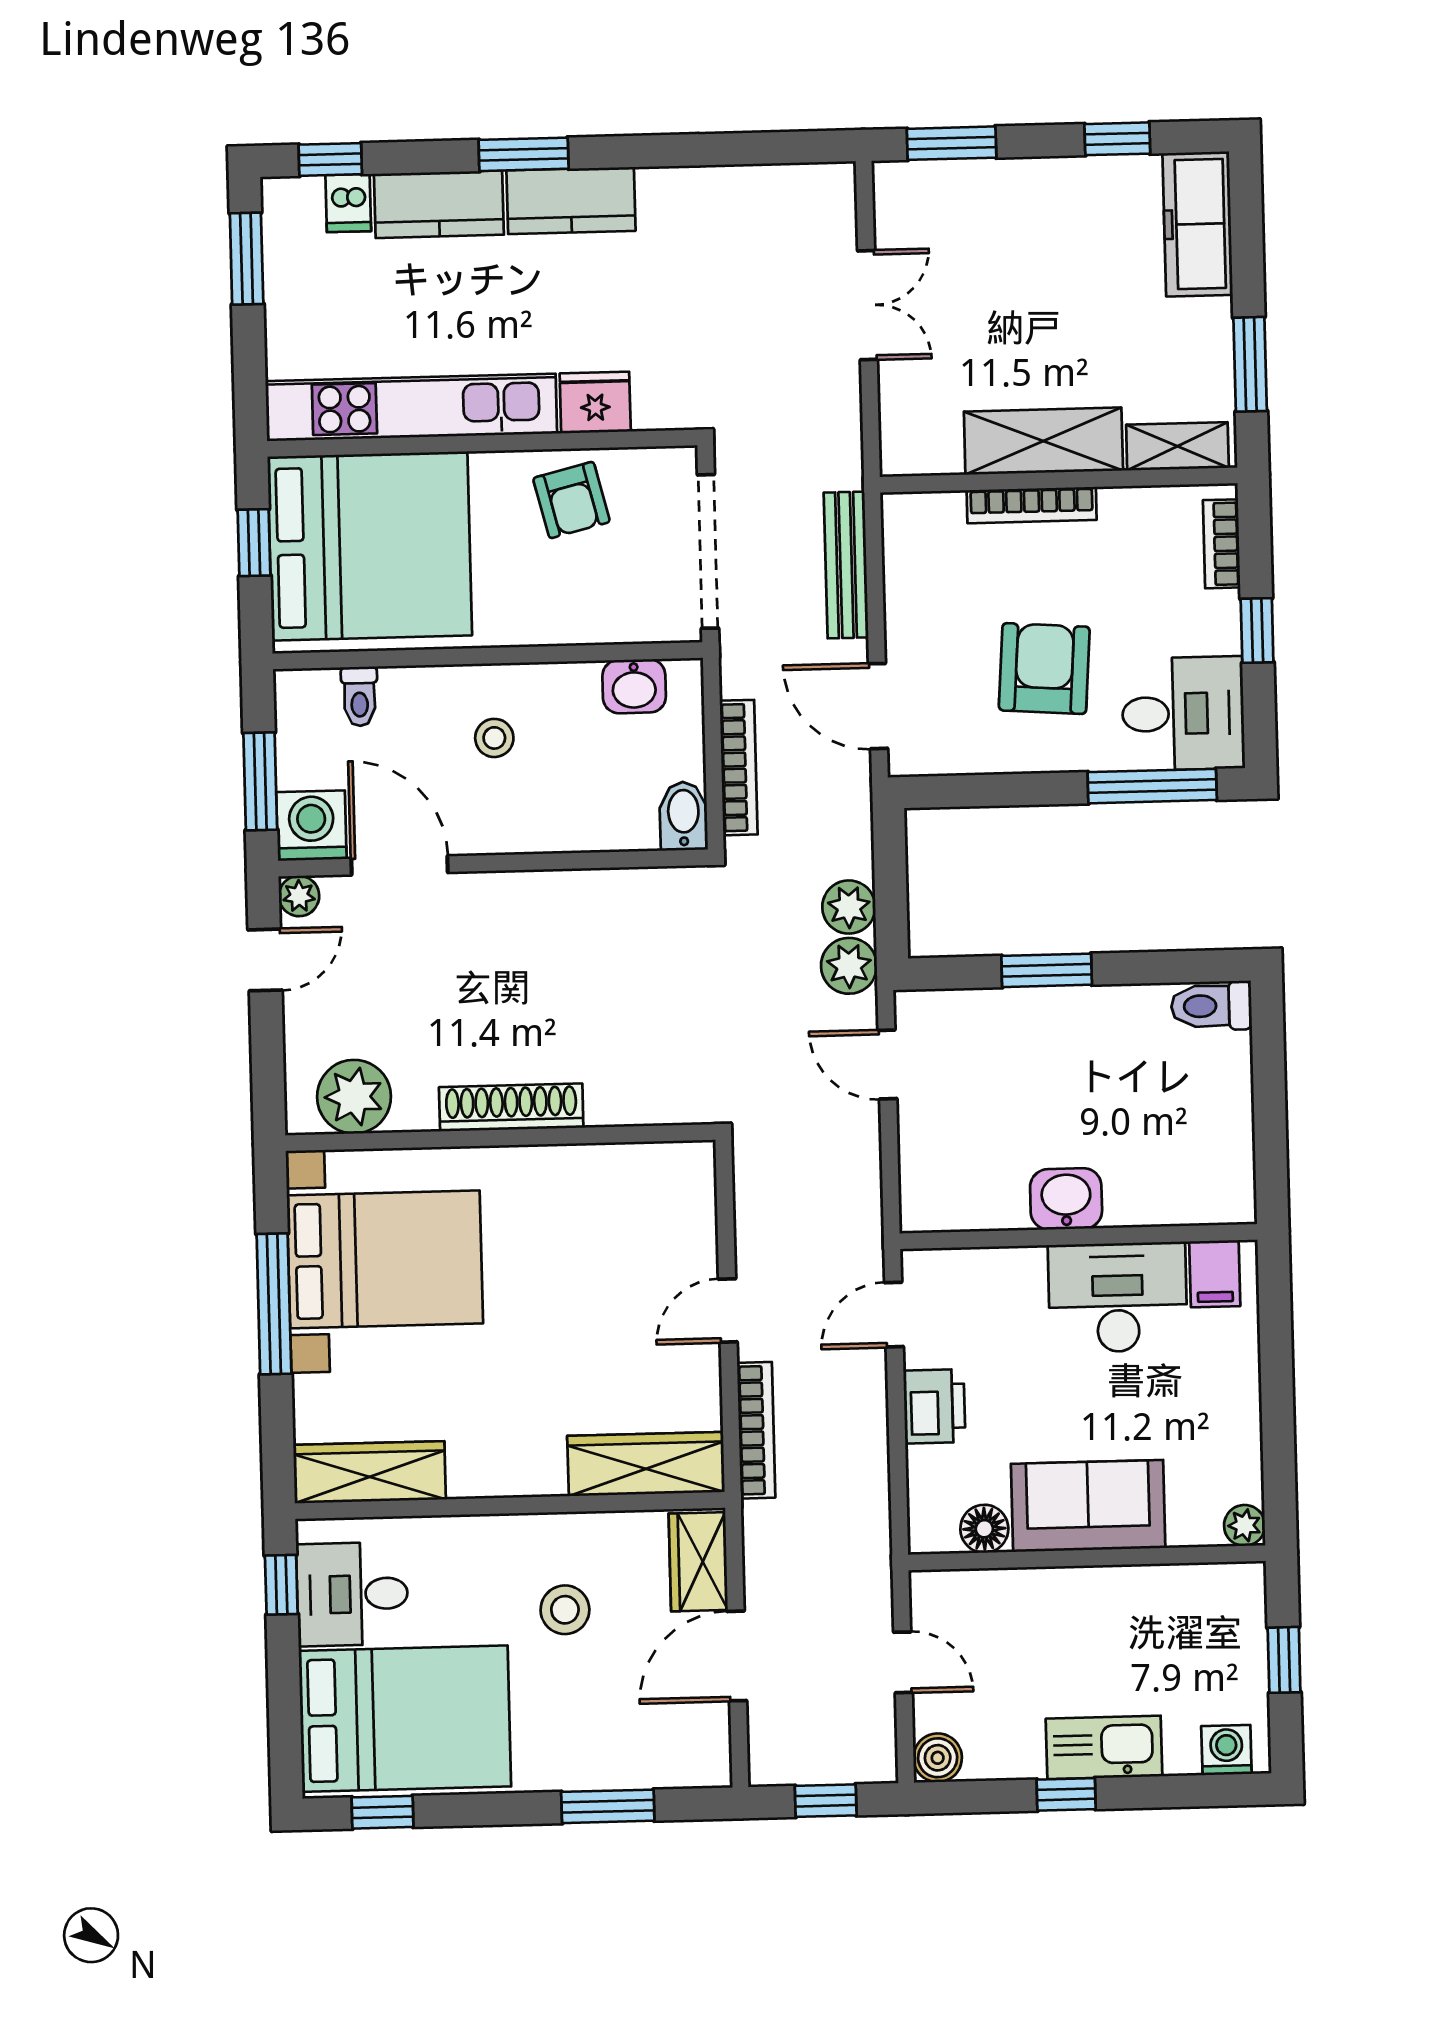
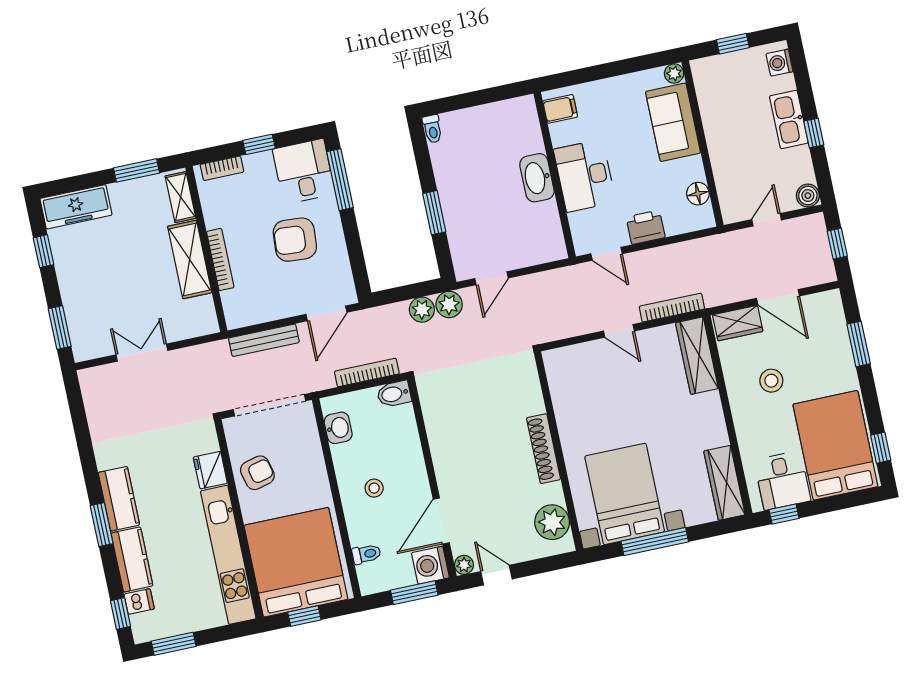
toilet: (1211, 1006) -> (432, 129), width x0.73, depth x0.72
washbasin: (1066, 1199) -> (537, 178), width x1.38
desk: (1118, 1297) -> (585, 176), moved
sofa: (1088, 1506) -> (673, 122), moved

